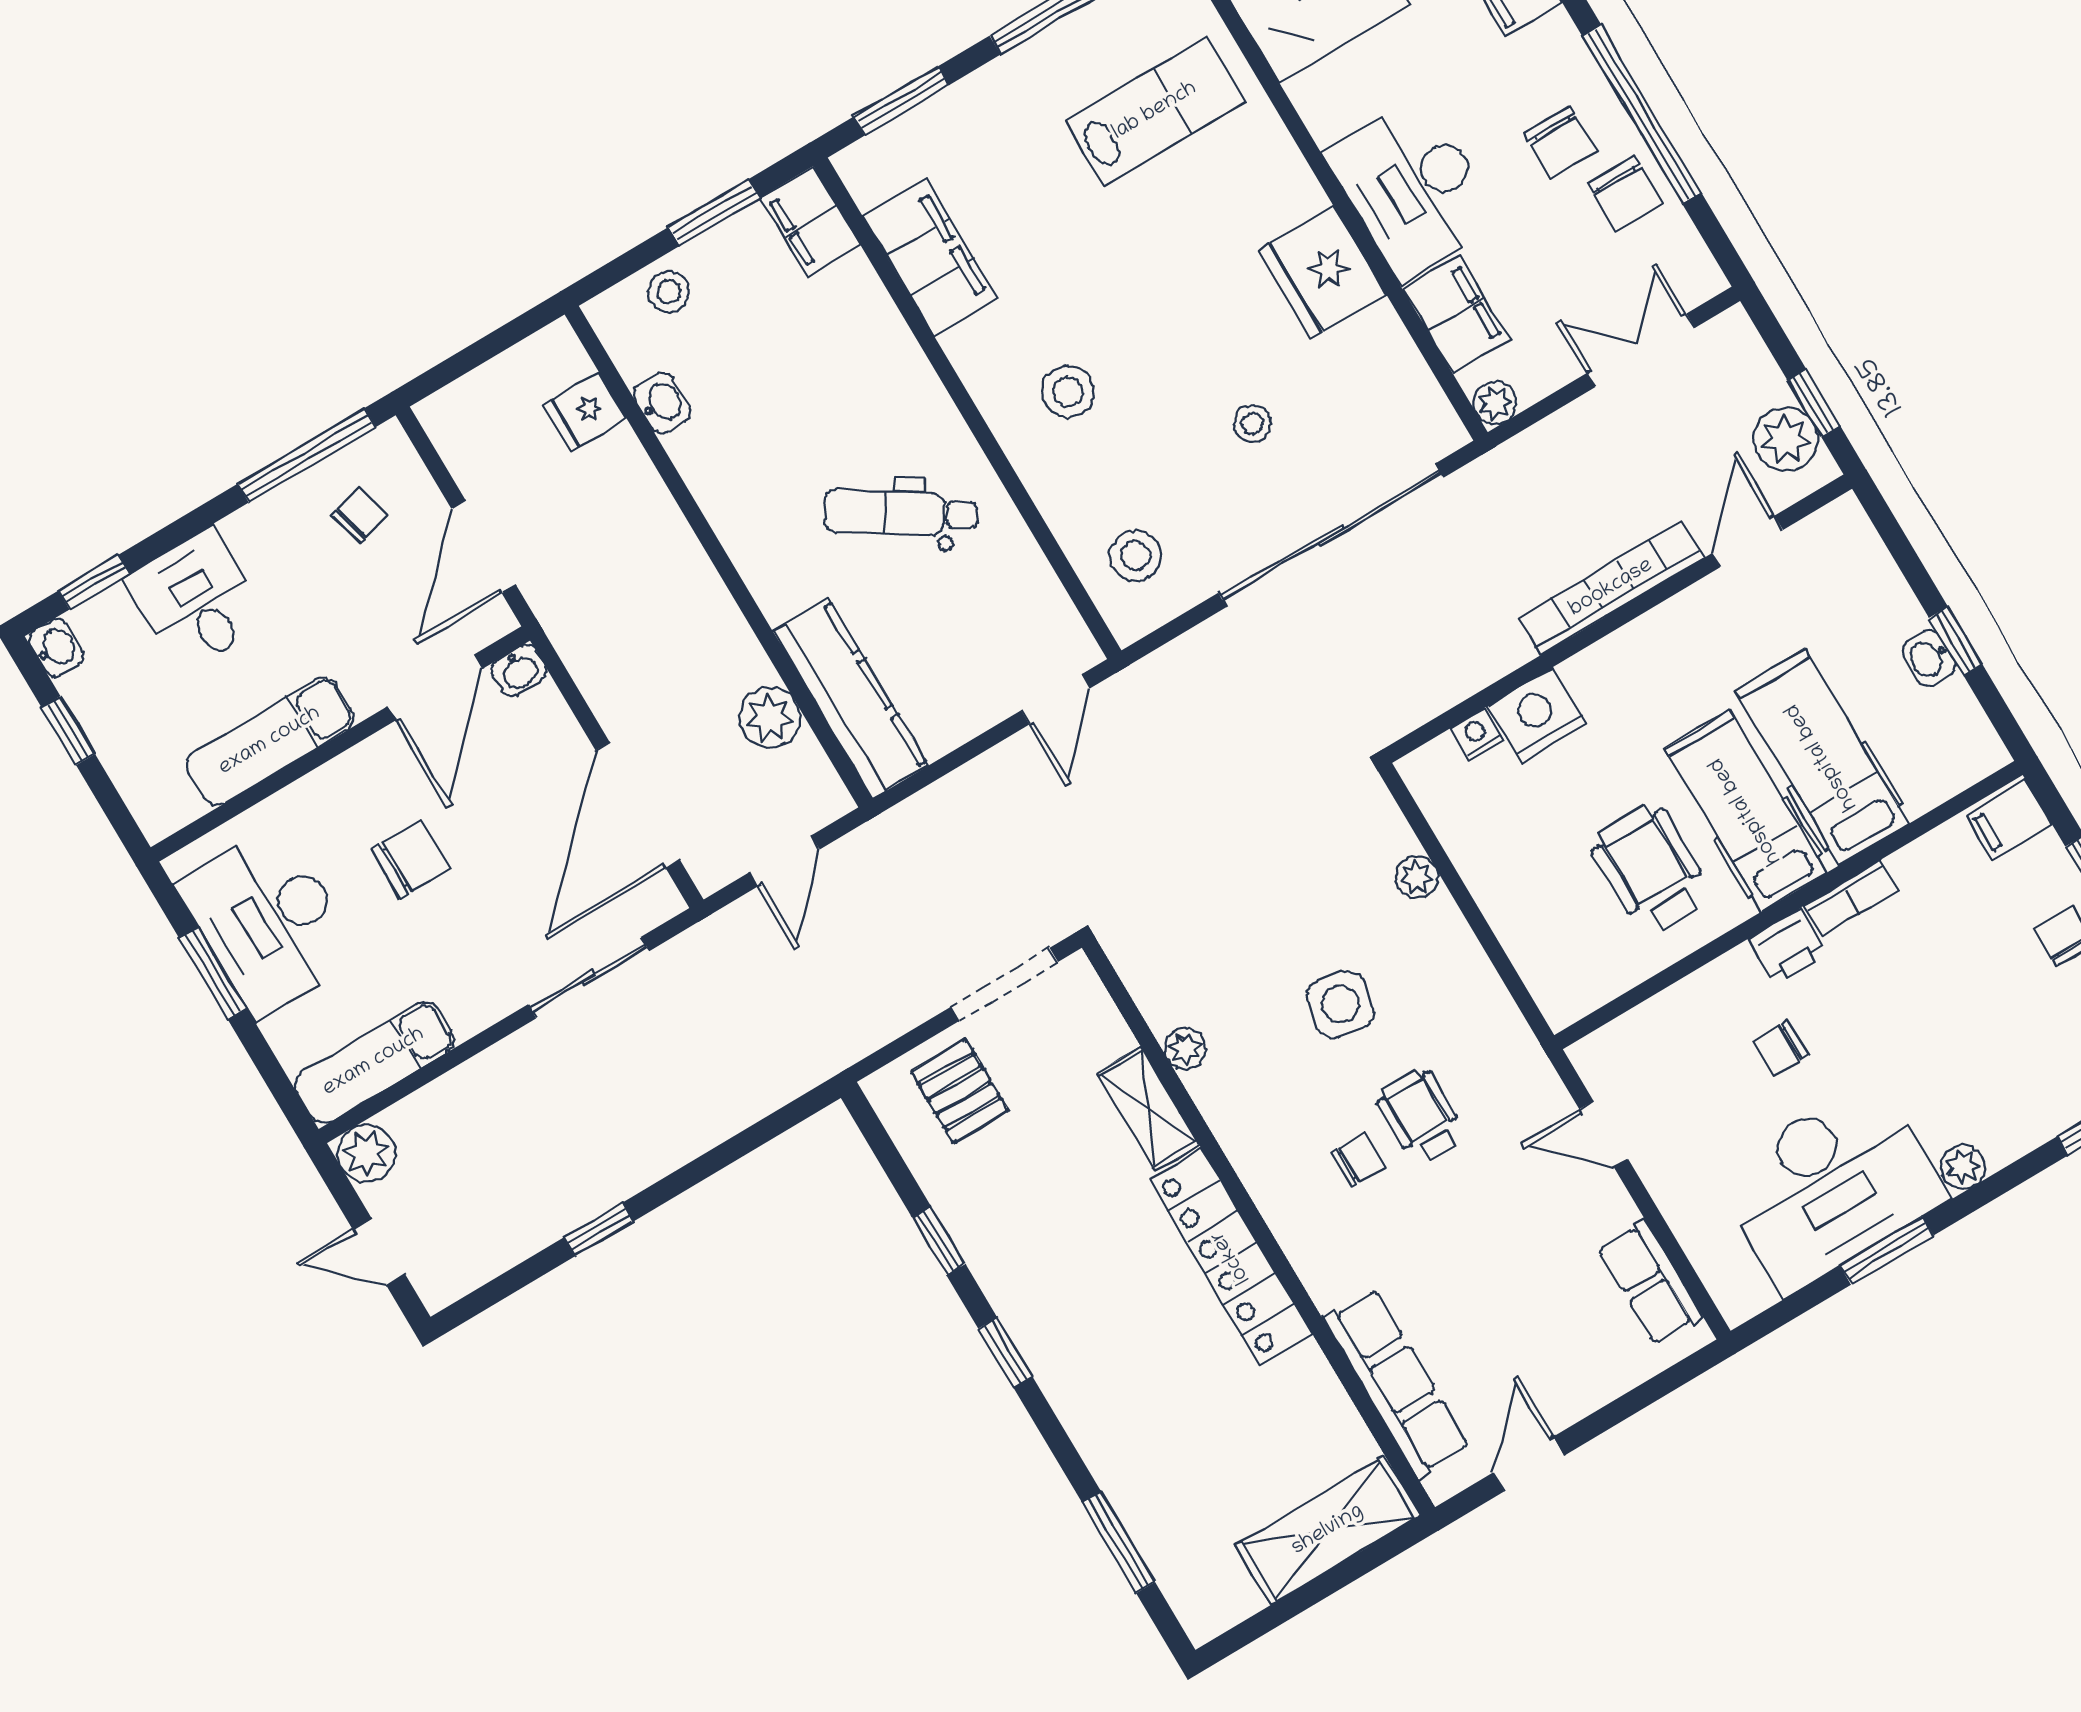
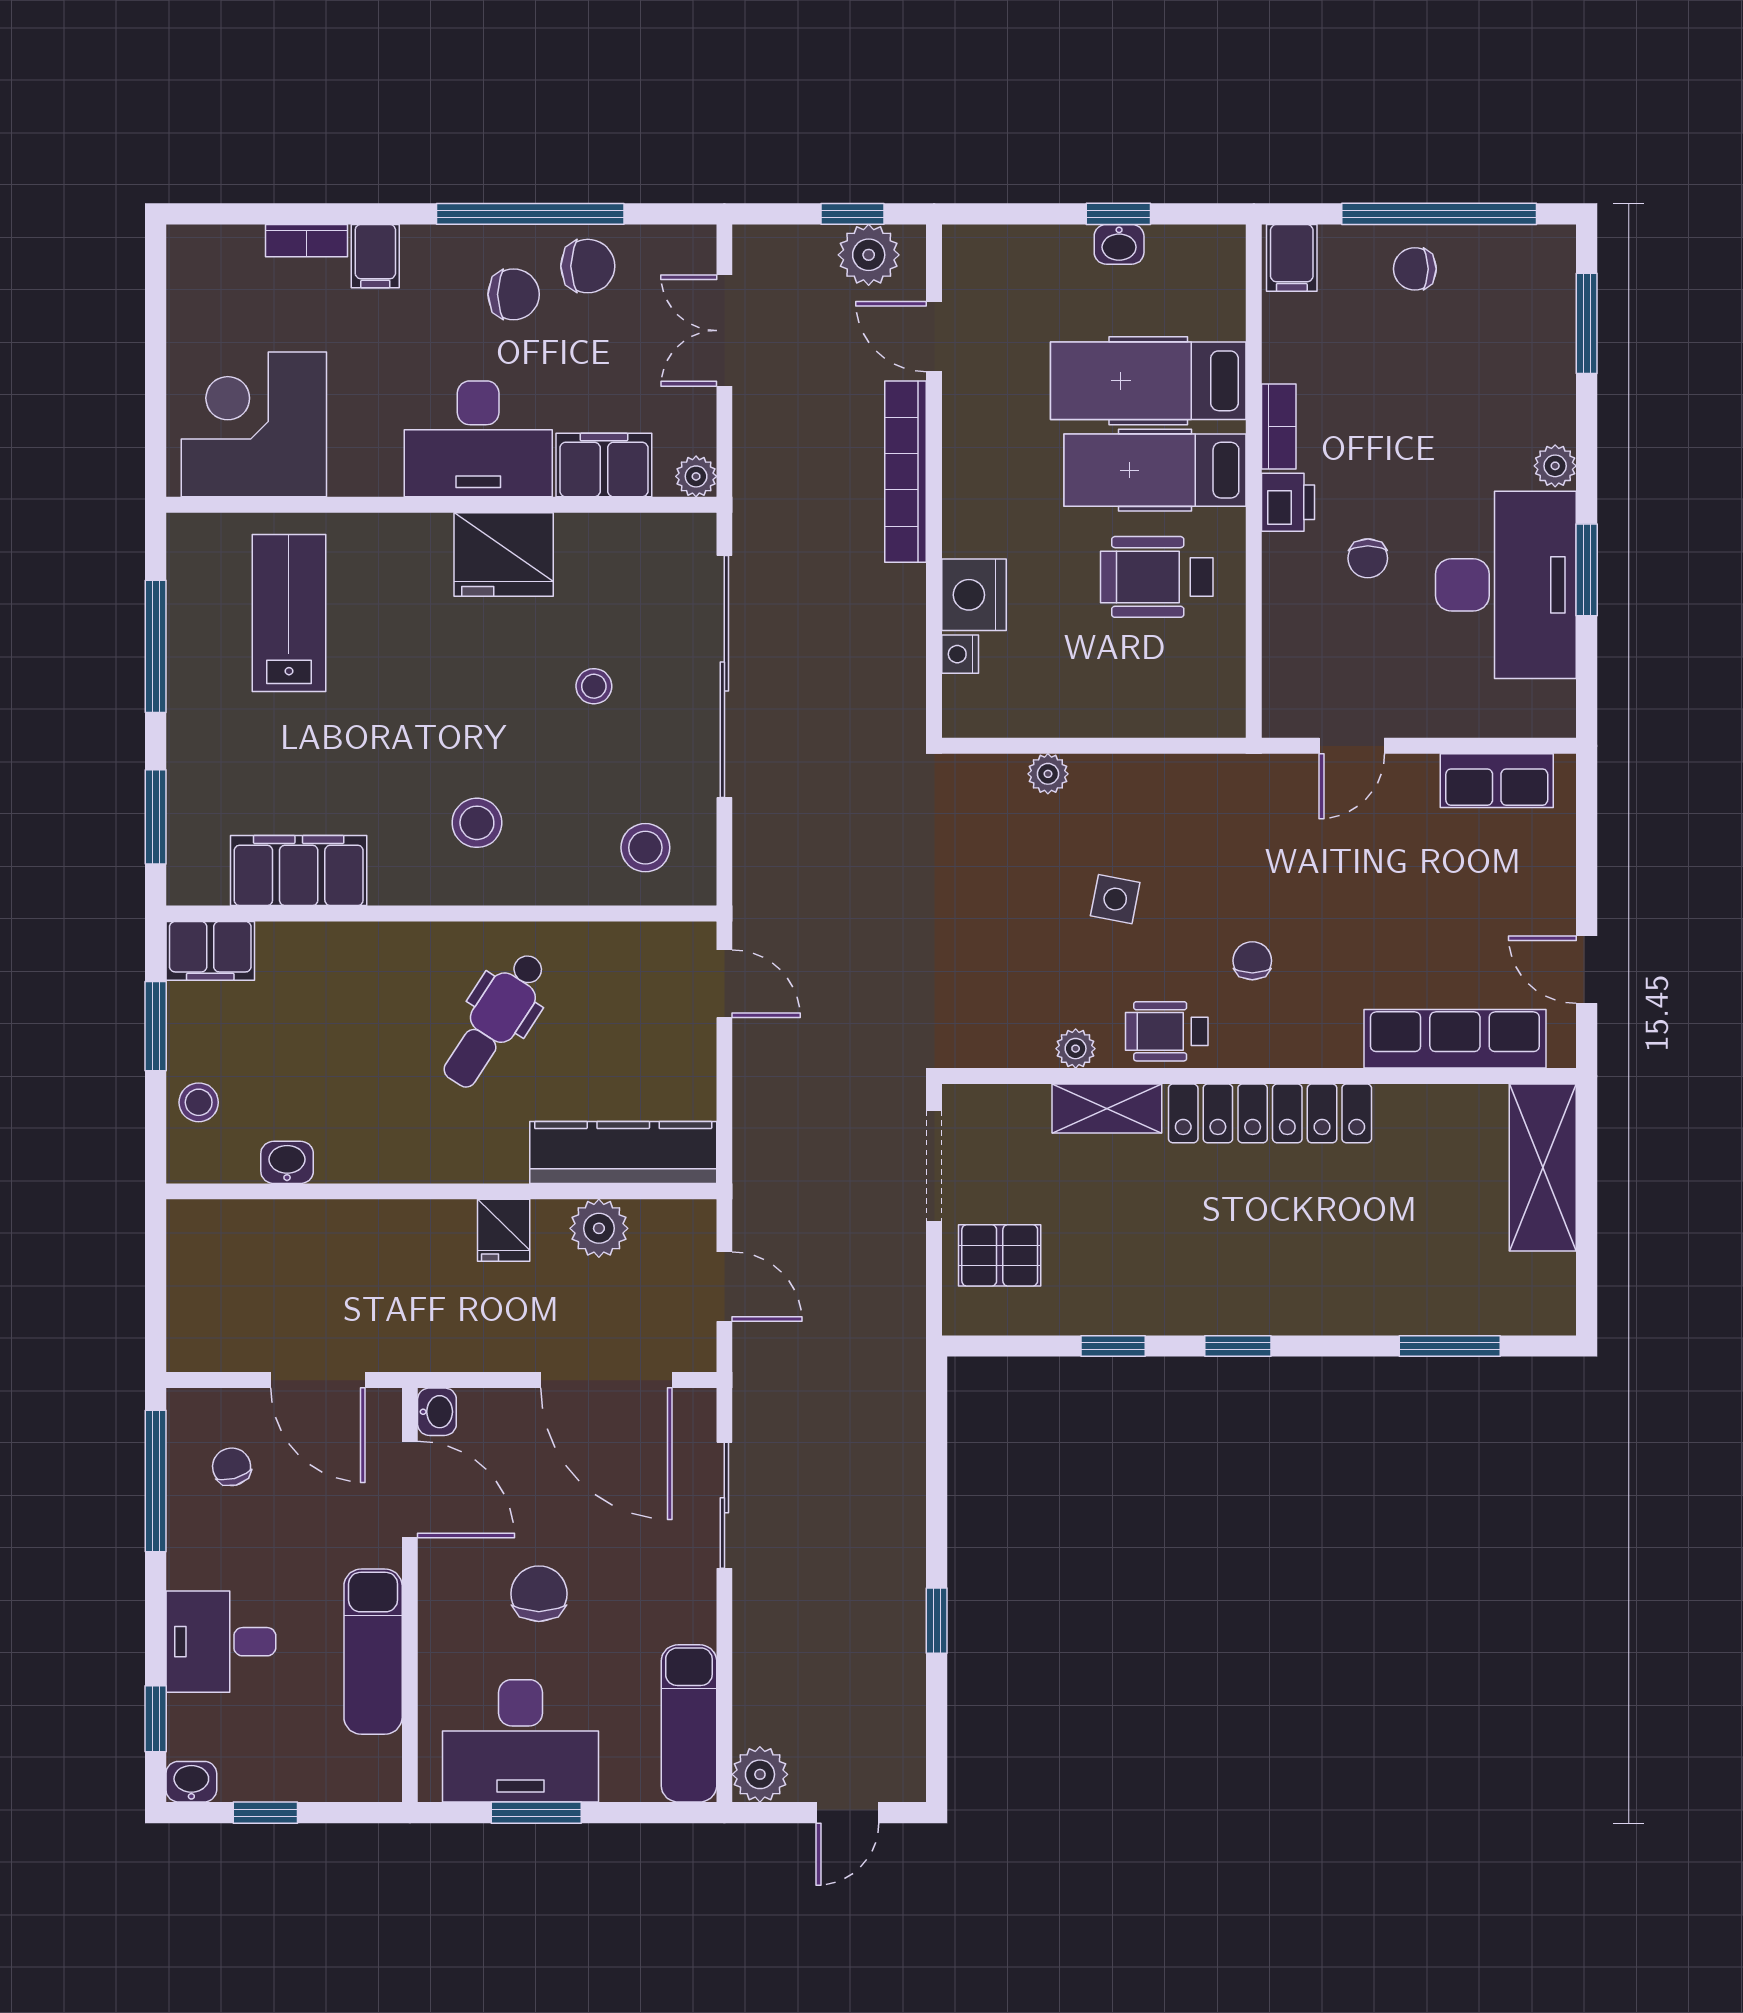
fridge: (585, 411) -> (504, 1230), moved
side table: (1340, 1004) -> (1115, 899), width x0.73, depth x0.73
wheelchair: (1420, 1116) -> (1167, 1031), moved

